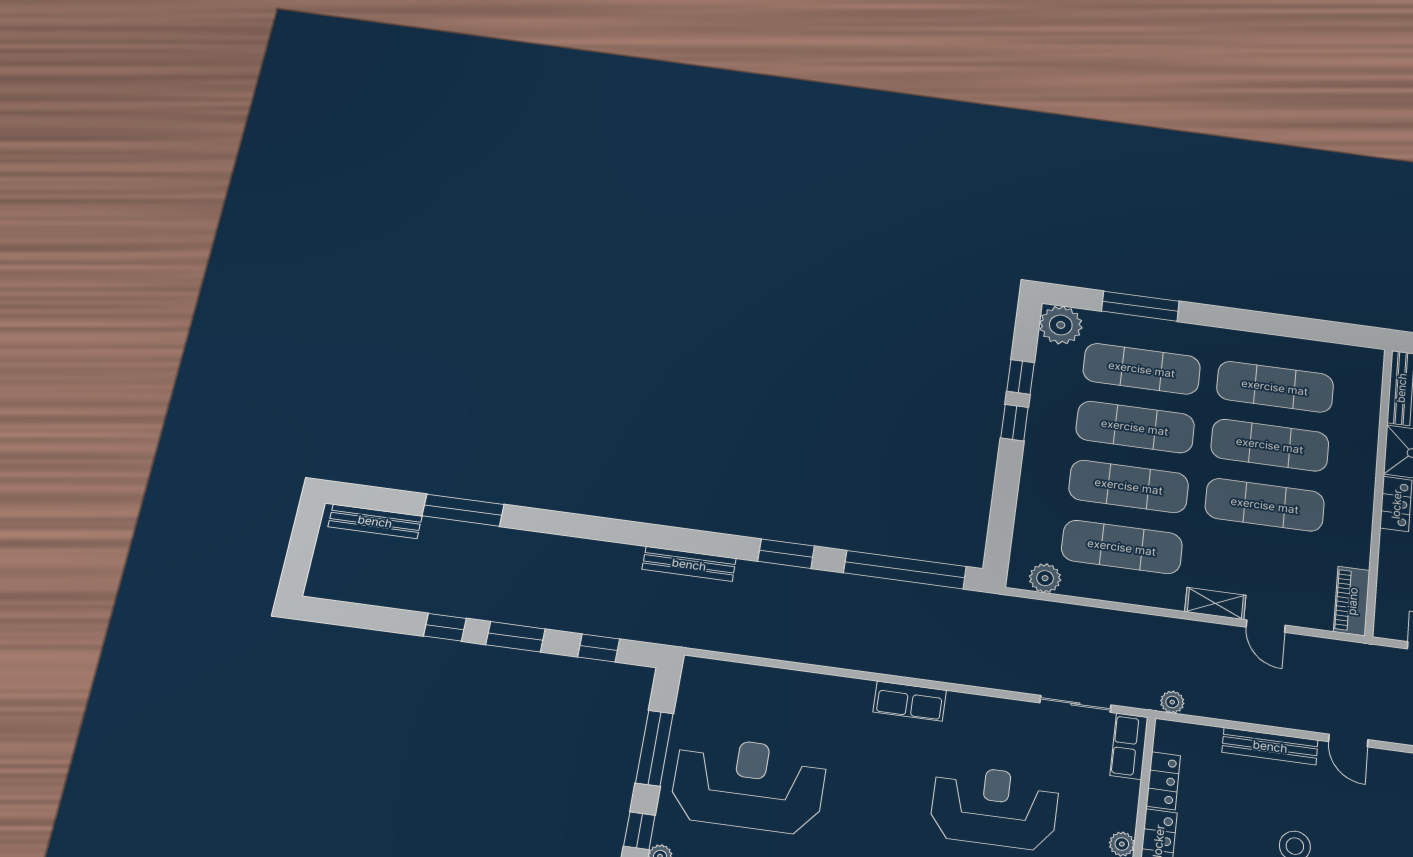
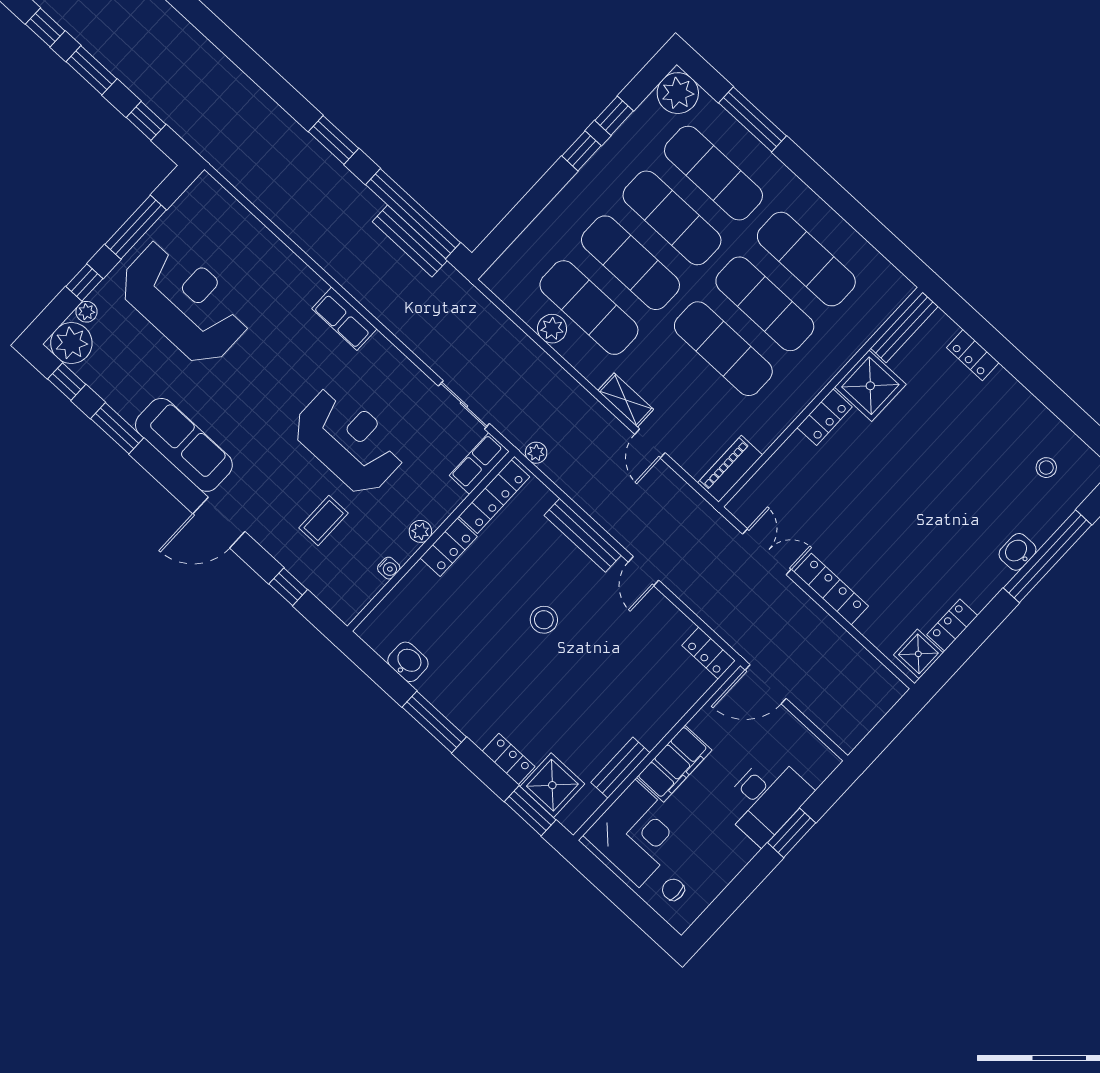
bench: (689, 564) -> (410, 241), moved
plant: (1045, 578) -> (552, 329), moved
locker: (1163, 781) -> (494, 497), width x1.53

